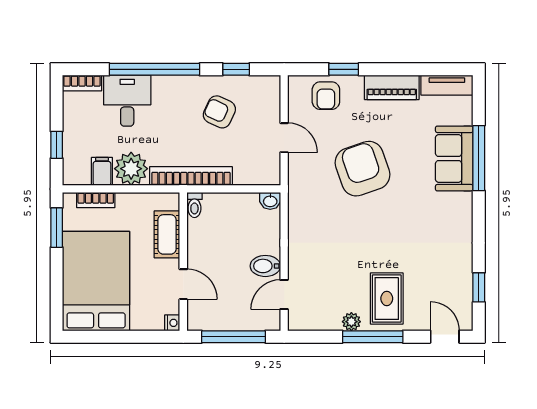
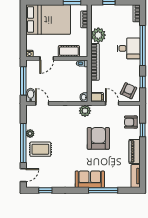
desk: (127, 101) -> (129, 48), moved
armchair: (219, 112) -> (129, 91), moved
door: (284, 138) -> (112, 103), swing flipped
sofa: (454, 158) -> (90, 179), moved
armchair: (362, 169) -> (98, 138), turned -71
filing cabinet: (102, 171) -> (97, 97), moved
plant: (301, 198) -> (85, 111), added
bidet: (265, 266) -> (31, 95), moved
window: (373, 337) -> (23, 143), width x1.46

